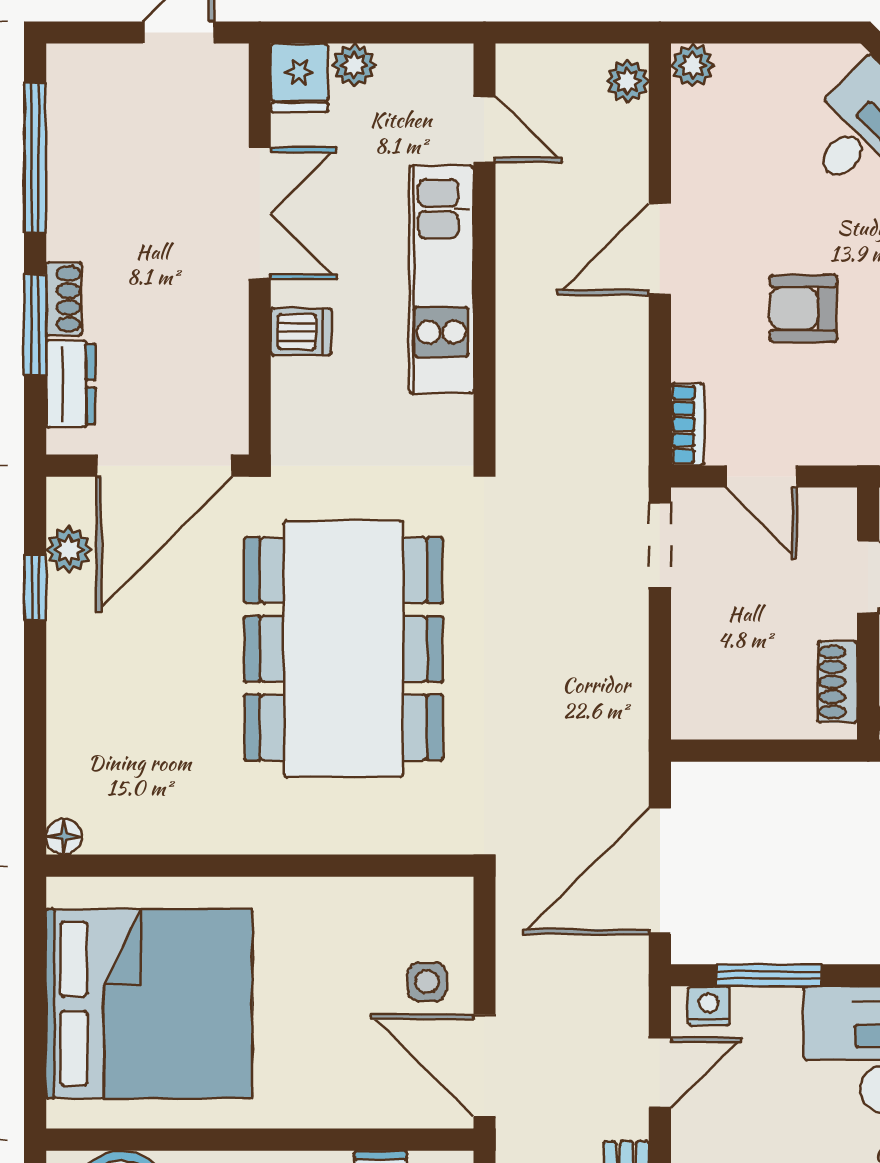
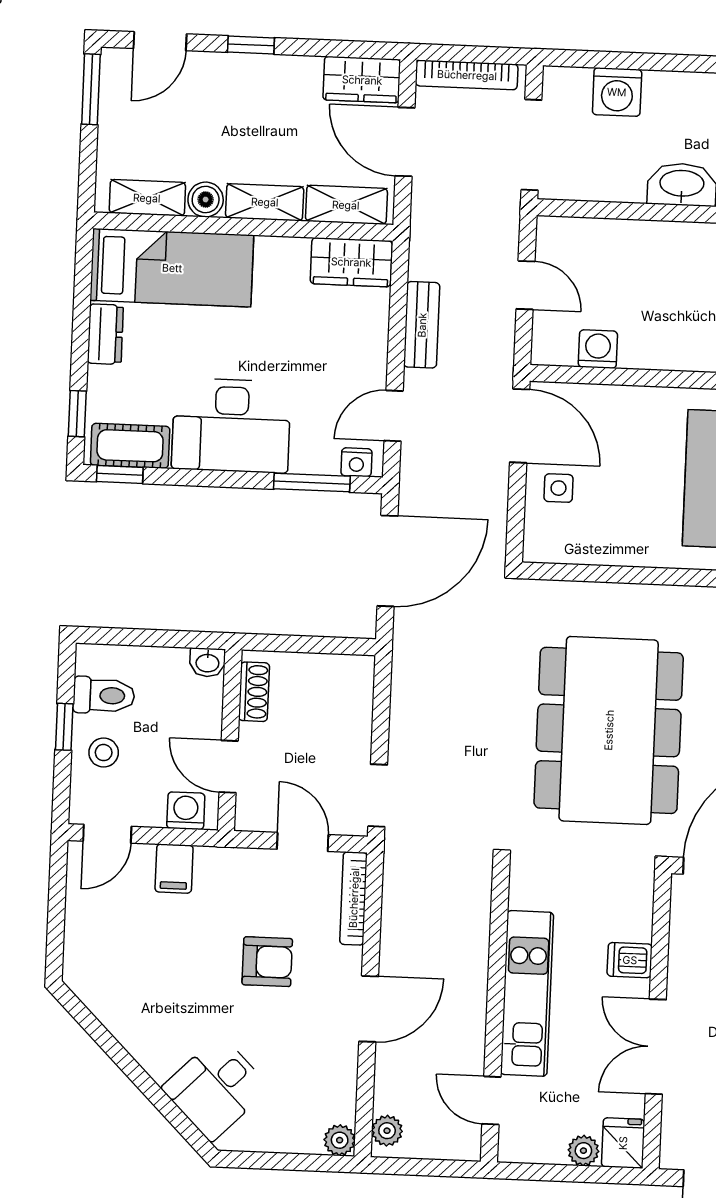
bookcase: (687, 424) -> (354, 898), width x1.56

